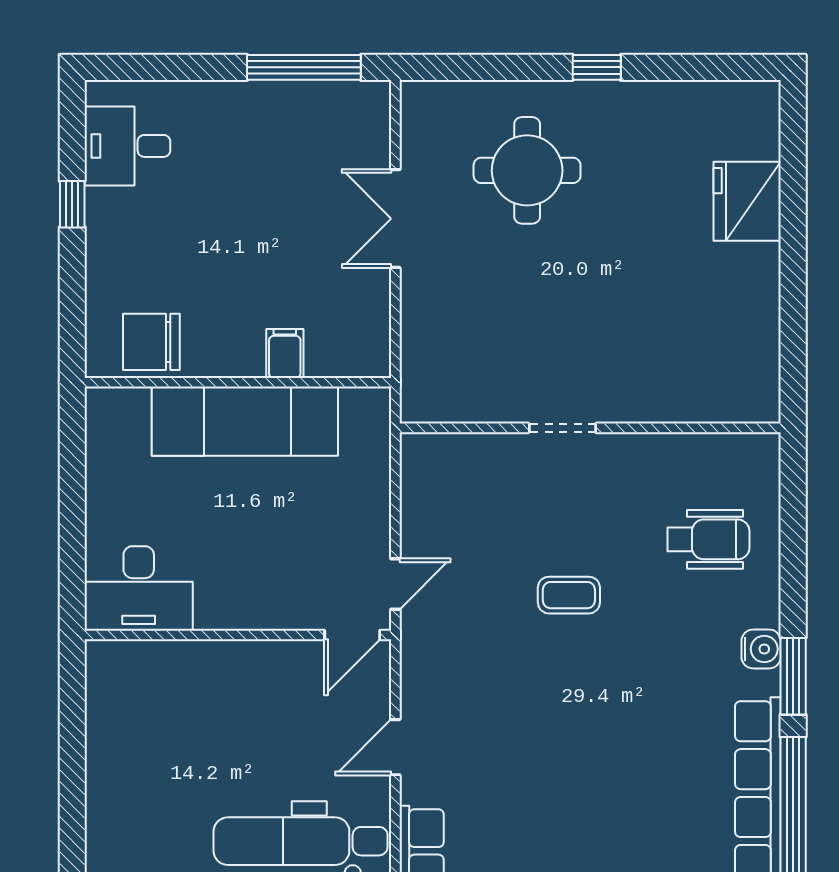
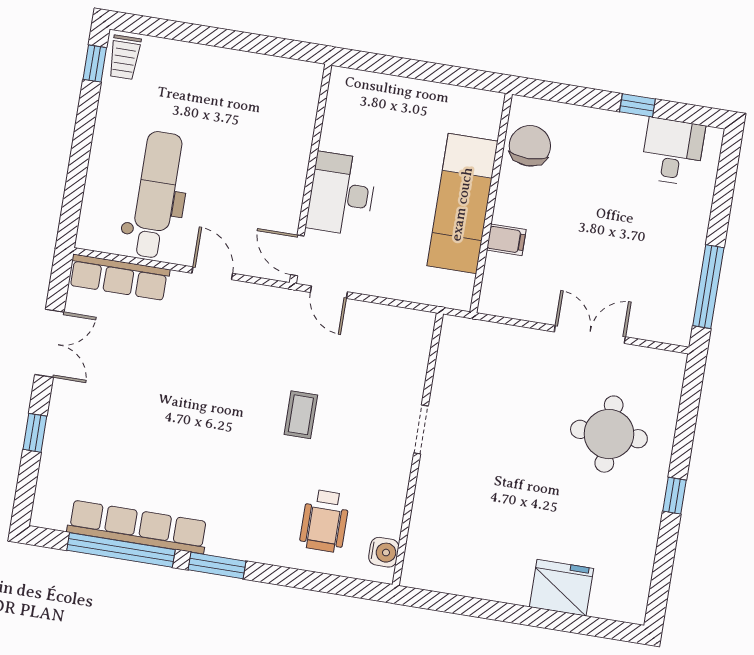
desk: (139, 588) -> (341, 194), moved
water cooler: (761, 649) -> (384, 552), moved, turned -90

